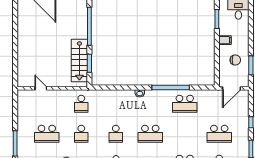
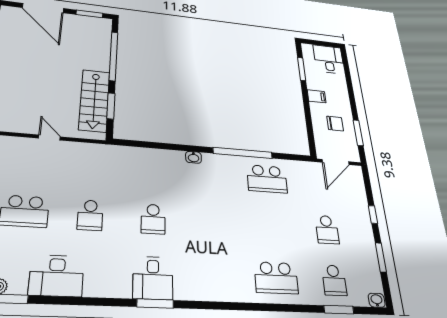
door: (41, 88) -> (49, 138), moved
school desk: (81, 104) -> (93, 165), removed
school desk: (150, 134) -> (213, 223), removed
school desk: (219, 134) -> (327, 230), width x0.54

